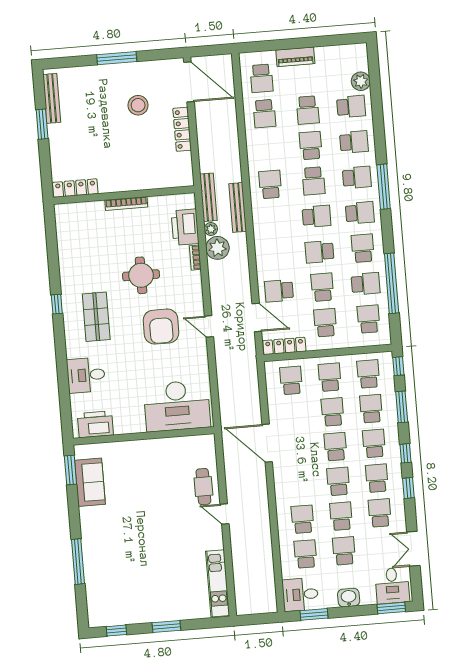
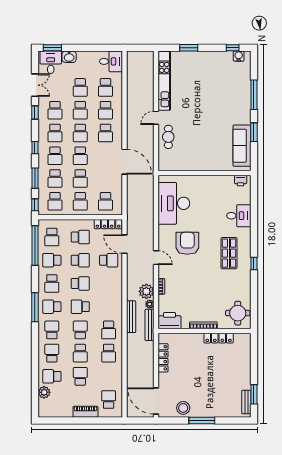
bench: (52, 98) -> (246, 402), width x0.73
stool: (138, 105) -> (183, 408), moved
school desk: (264, 114) -> (109, 353), moved, turned 180
window: (42, 124) -> (254, 394), moved
locker: (182, 129) -> (163, 358), moved
school desk: (354, 142) -> (52, 353), turned 90
school desk: (357, 177) -> (52, 330), turned 90
window: (384, 187) -> (35, 307), moved
locker: (75, 188) -> (219, 338), moved
printer: (185, 227) -> (170, 321), moved, turned -90
round table: (141, 275) -> (238, 313), moved
window: (392, 283) -> (35, 246), moved
school desk: (322, 287) -> (80, 260), turned -90
school desk: (325, 323) -> (80, 237), turned -90
door: (209, 326) -> (156, 258), moved
desk: (177, 406) -> (174, 203), moved, turned -90
printer: (95, 424) -> (241, 181), width x0.53, depth x0.68
window: (70, 470) -> (254, 132), moved
sofa: (90, 482) -> (242, 146), width x1.36
school desk: (300, 485) -> (106, 133), added
window: (408, 488) -> (35, 112), moved
door: (225, 514) -> (156, 118), swing flipped
kitchen unit: (218, 583) -> (164, 81), width x1.36
washbasin: (349, 598) -> (69, 57), moved
window: (314, 614) -> (103, 48), removed
water cooler: (106, 619) -> (239, 56), added
window: (166, 627) -> (189, 48), moved

